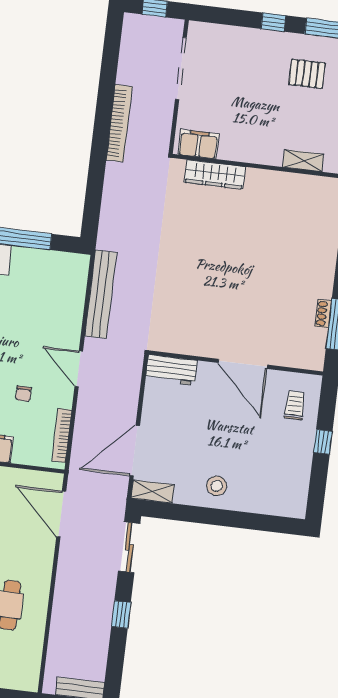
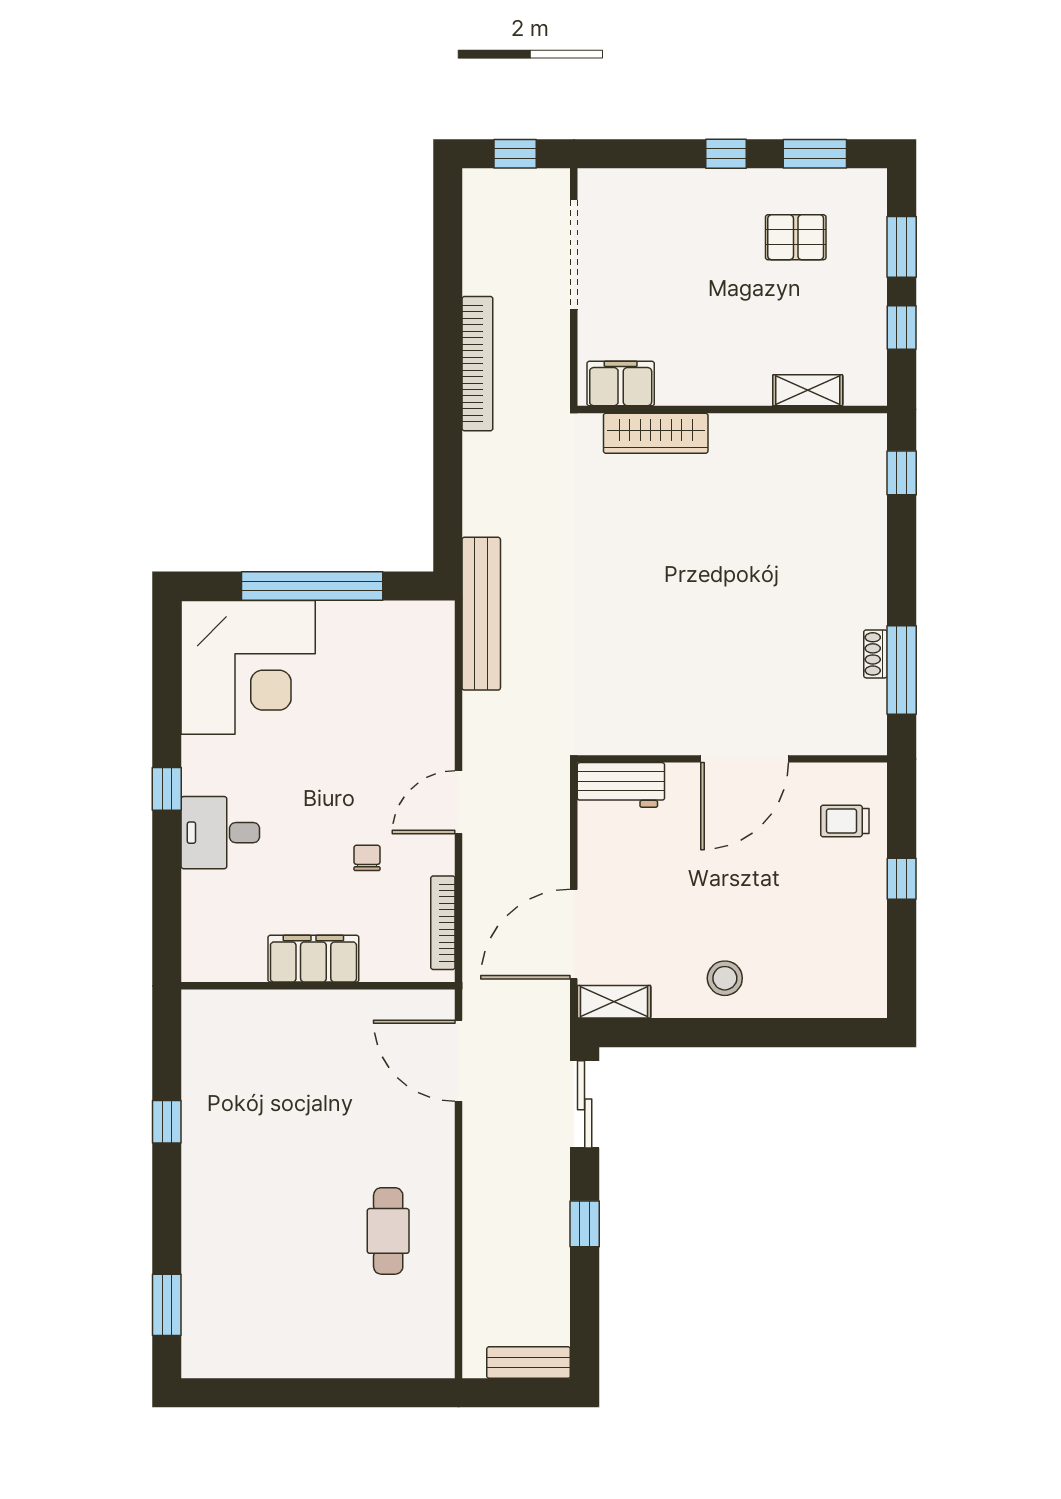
bench: (101, 294) -> (481, 614), moved
door: (243, 364) -> (745, 759), hinge flipped
door: (79, 369) -> (459, 802), hinge flipped
chair: (24, 394) -> (367, 858), turned 180
trolley: (295, 406) -> (845, 821), turned -90

